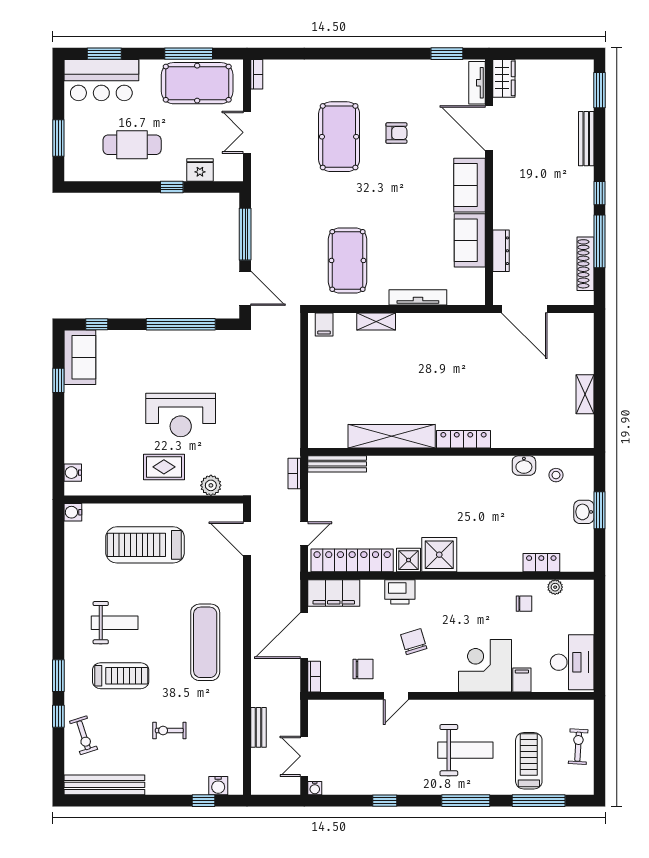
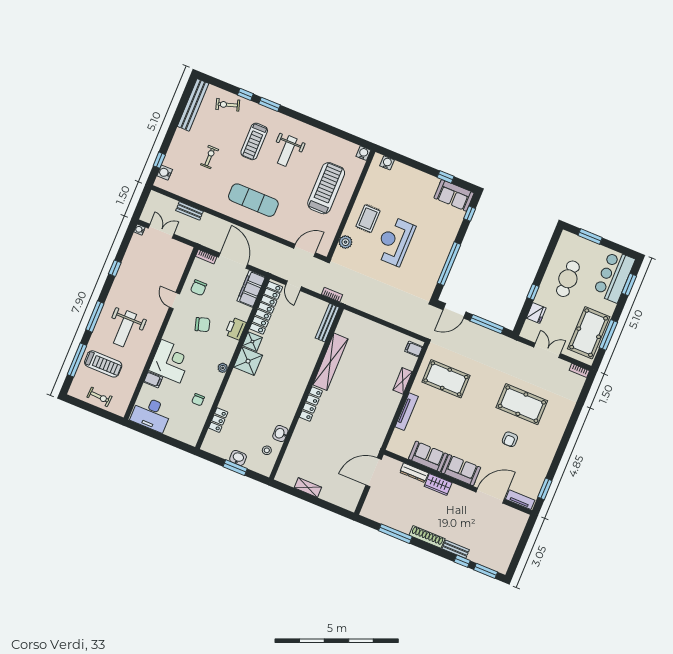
wardrobe: (504, 78) -> (438, 485), moved
bench: (586, 139) -> (456, 549), width x0.73
window: (600, 193) -> (462, 561), moved
shoe rack: (586, 264) -> (427, 537), moved
plant: (555, 587) -> (223, 368), moved

